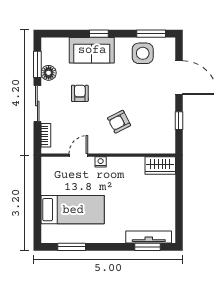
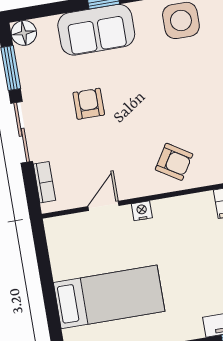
floor lamp: (49, 73) -> (24, 33), moved
armchair: (119, 122) -> (174, 162), moved, turned -121

